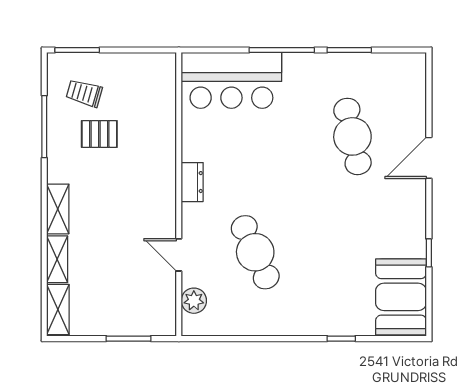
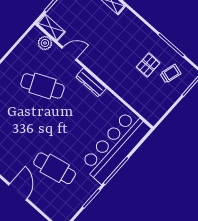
bar counter: (231, 80) -> (115, 146), width x1.36
dresser: (192, 182) -> (91, 83), width x1.44
shelving: (58, 209) -> (51, 27), moved

